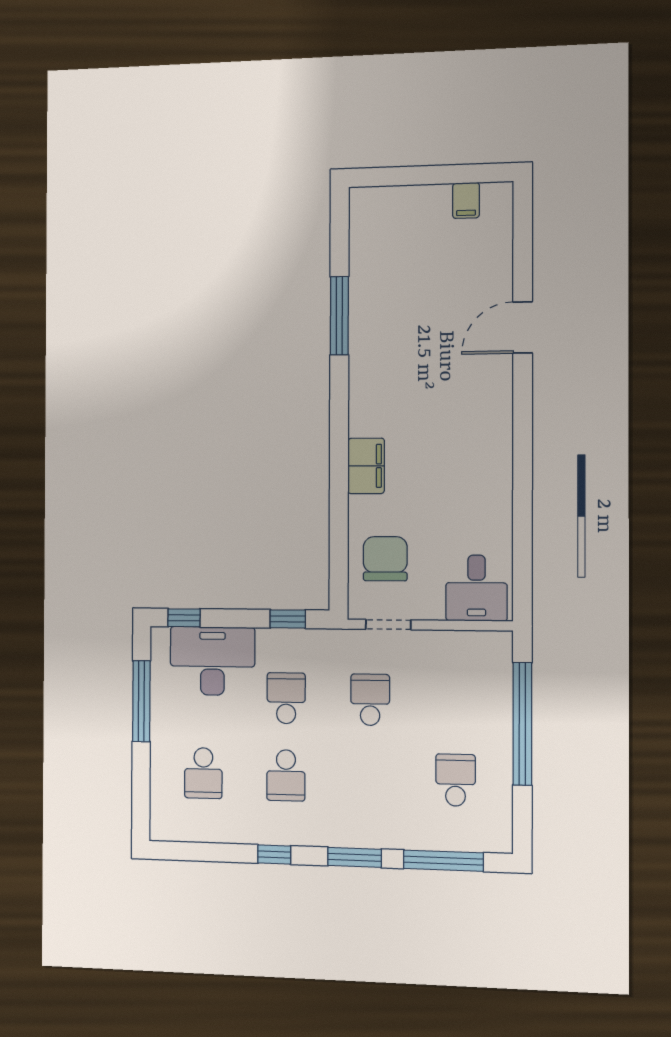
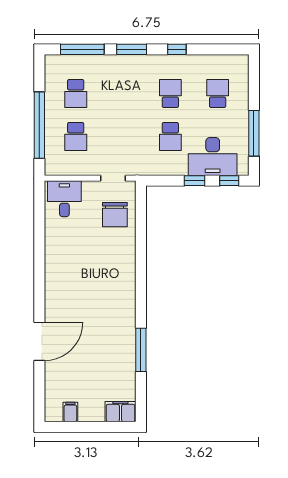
door: (523, 327) -> (39, 341), width x1.36
filing cabinet: (366, 466) -> (120, 412), moved, turned 90
window: (288, 619) -> (195, 181), moved
school desk: (370, 700) -> (76, 137), moved

